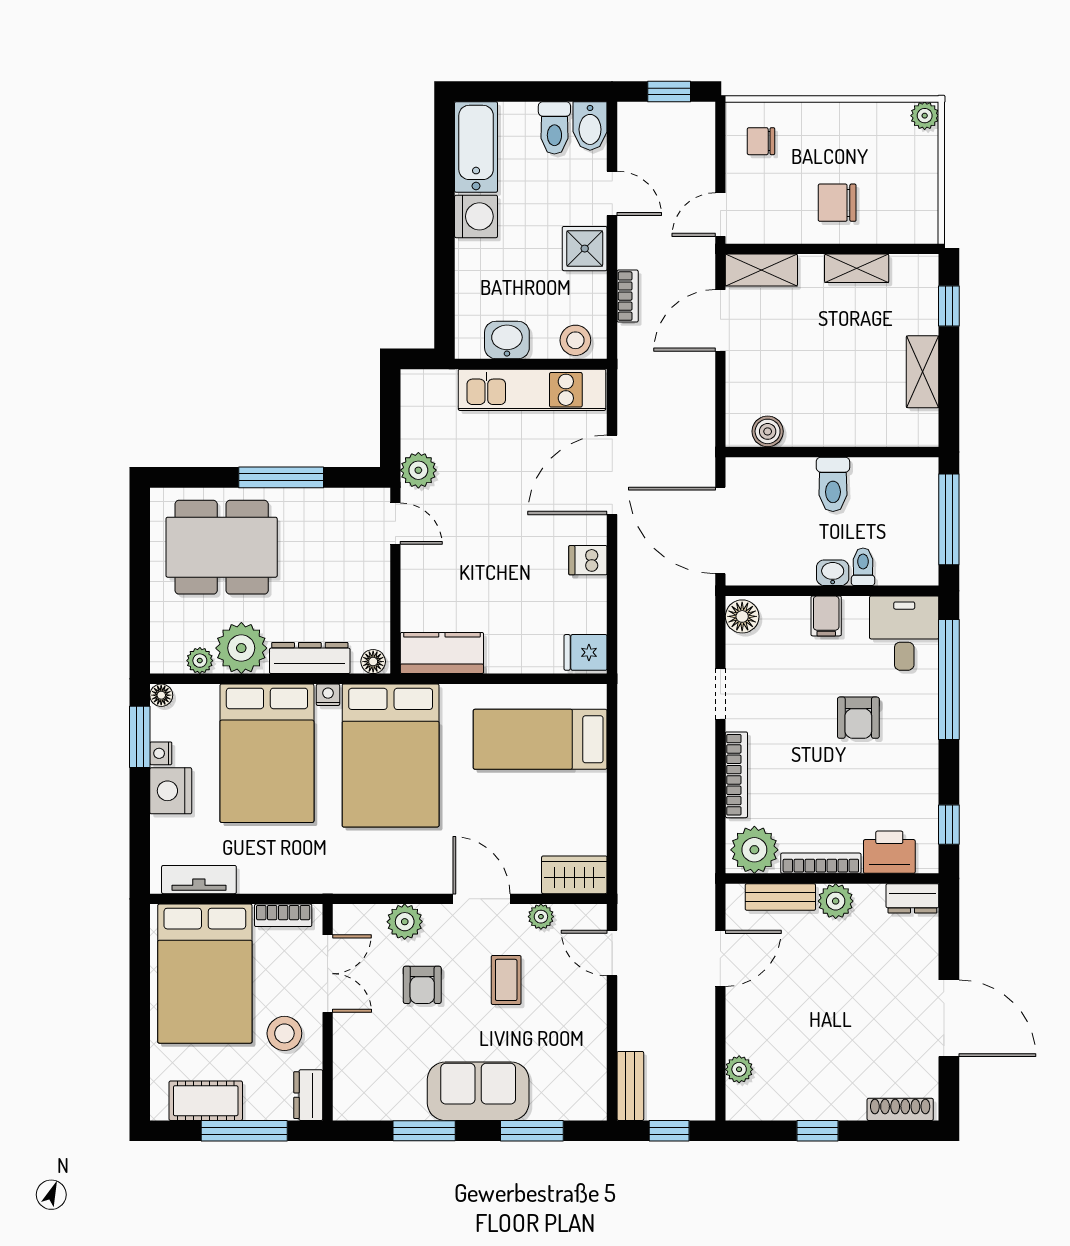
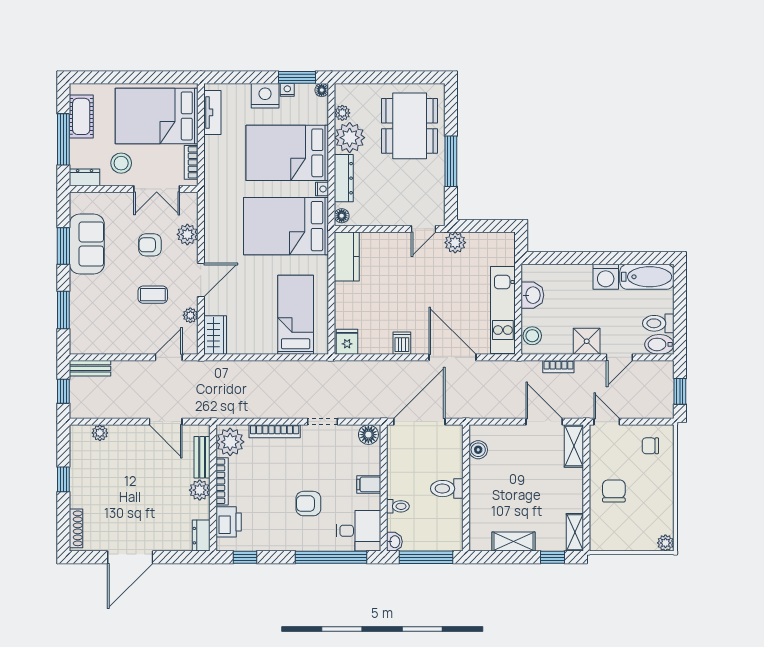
chair: (761, 141) -> (650, 446), turned -90
shelving: (857, 268) -> (575, 532), moved
washbasin: (833, 573) -> (394, 542), moved
sofa: (478, 1091) -> (87, 244), moved

